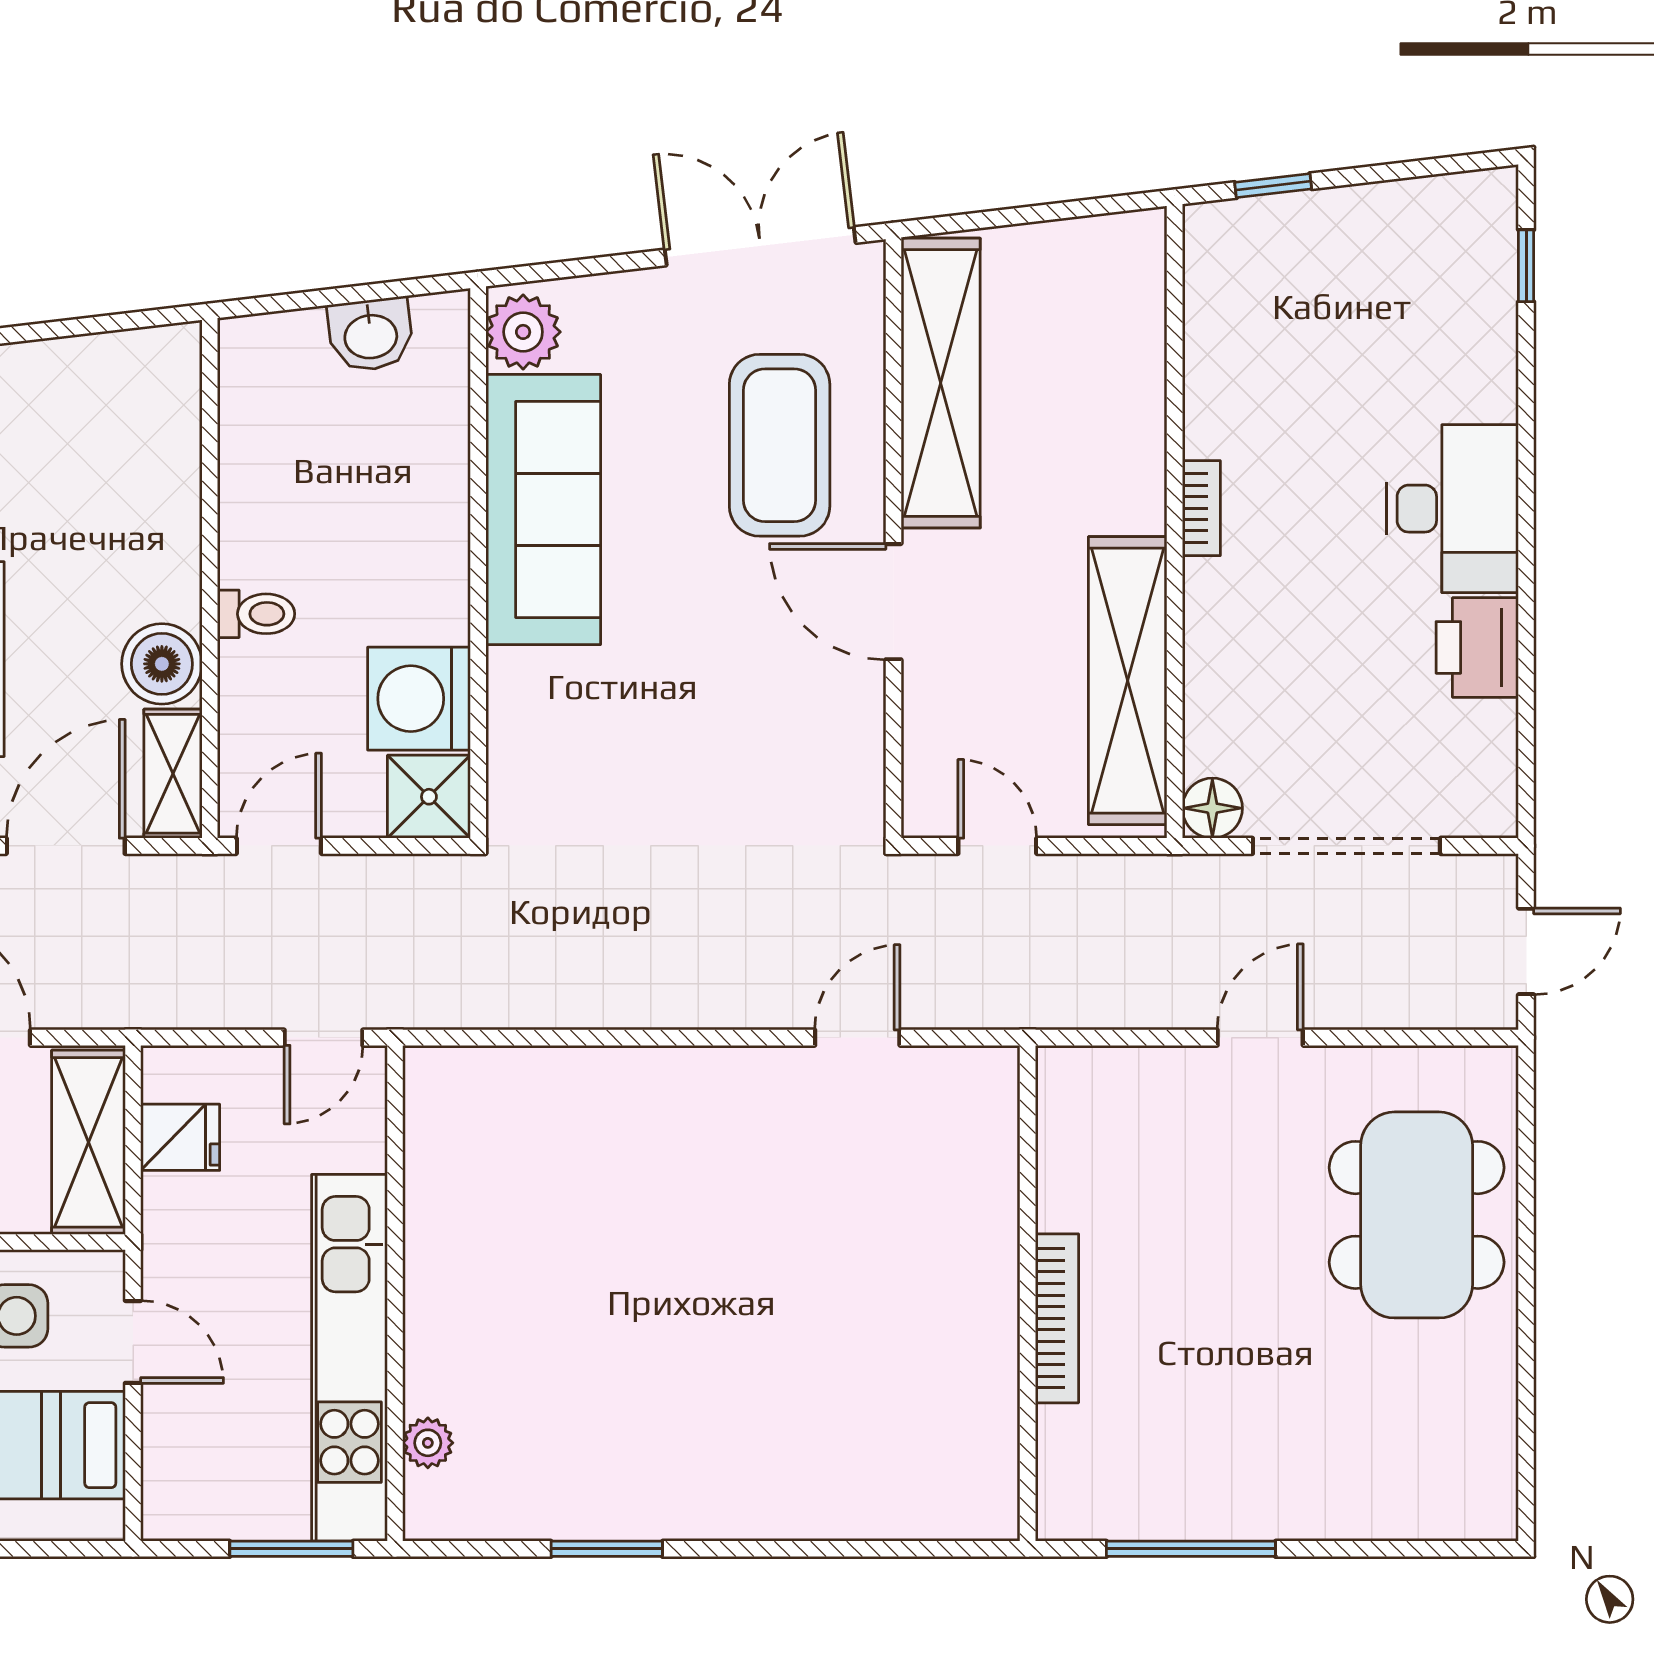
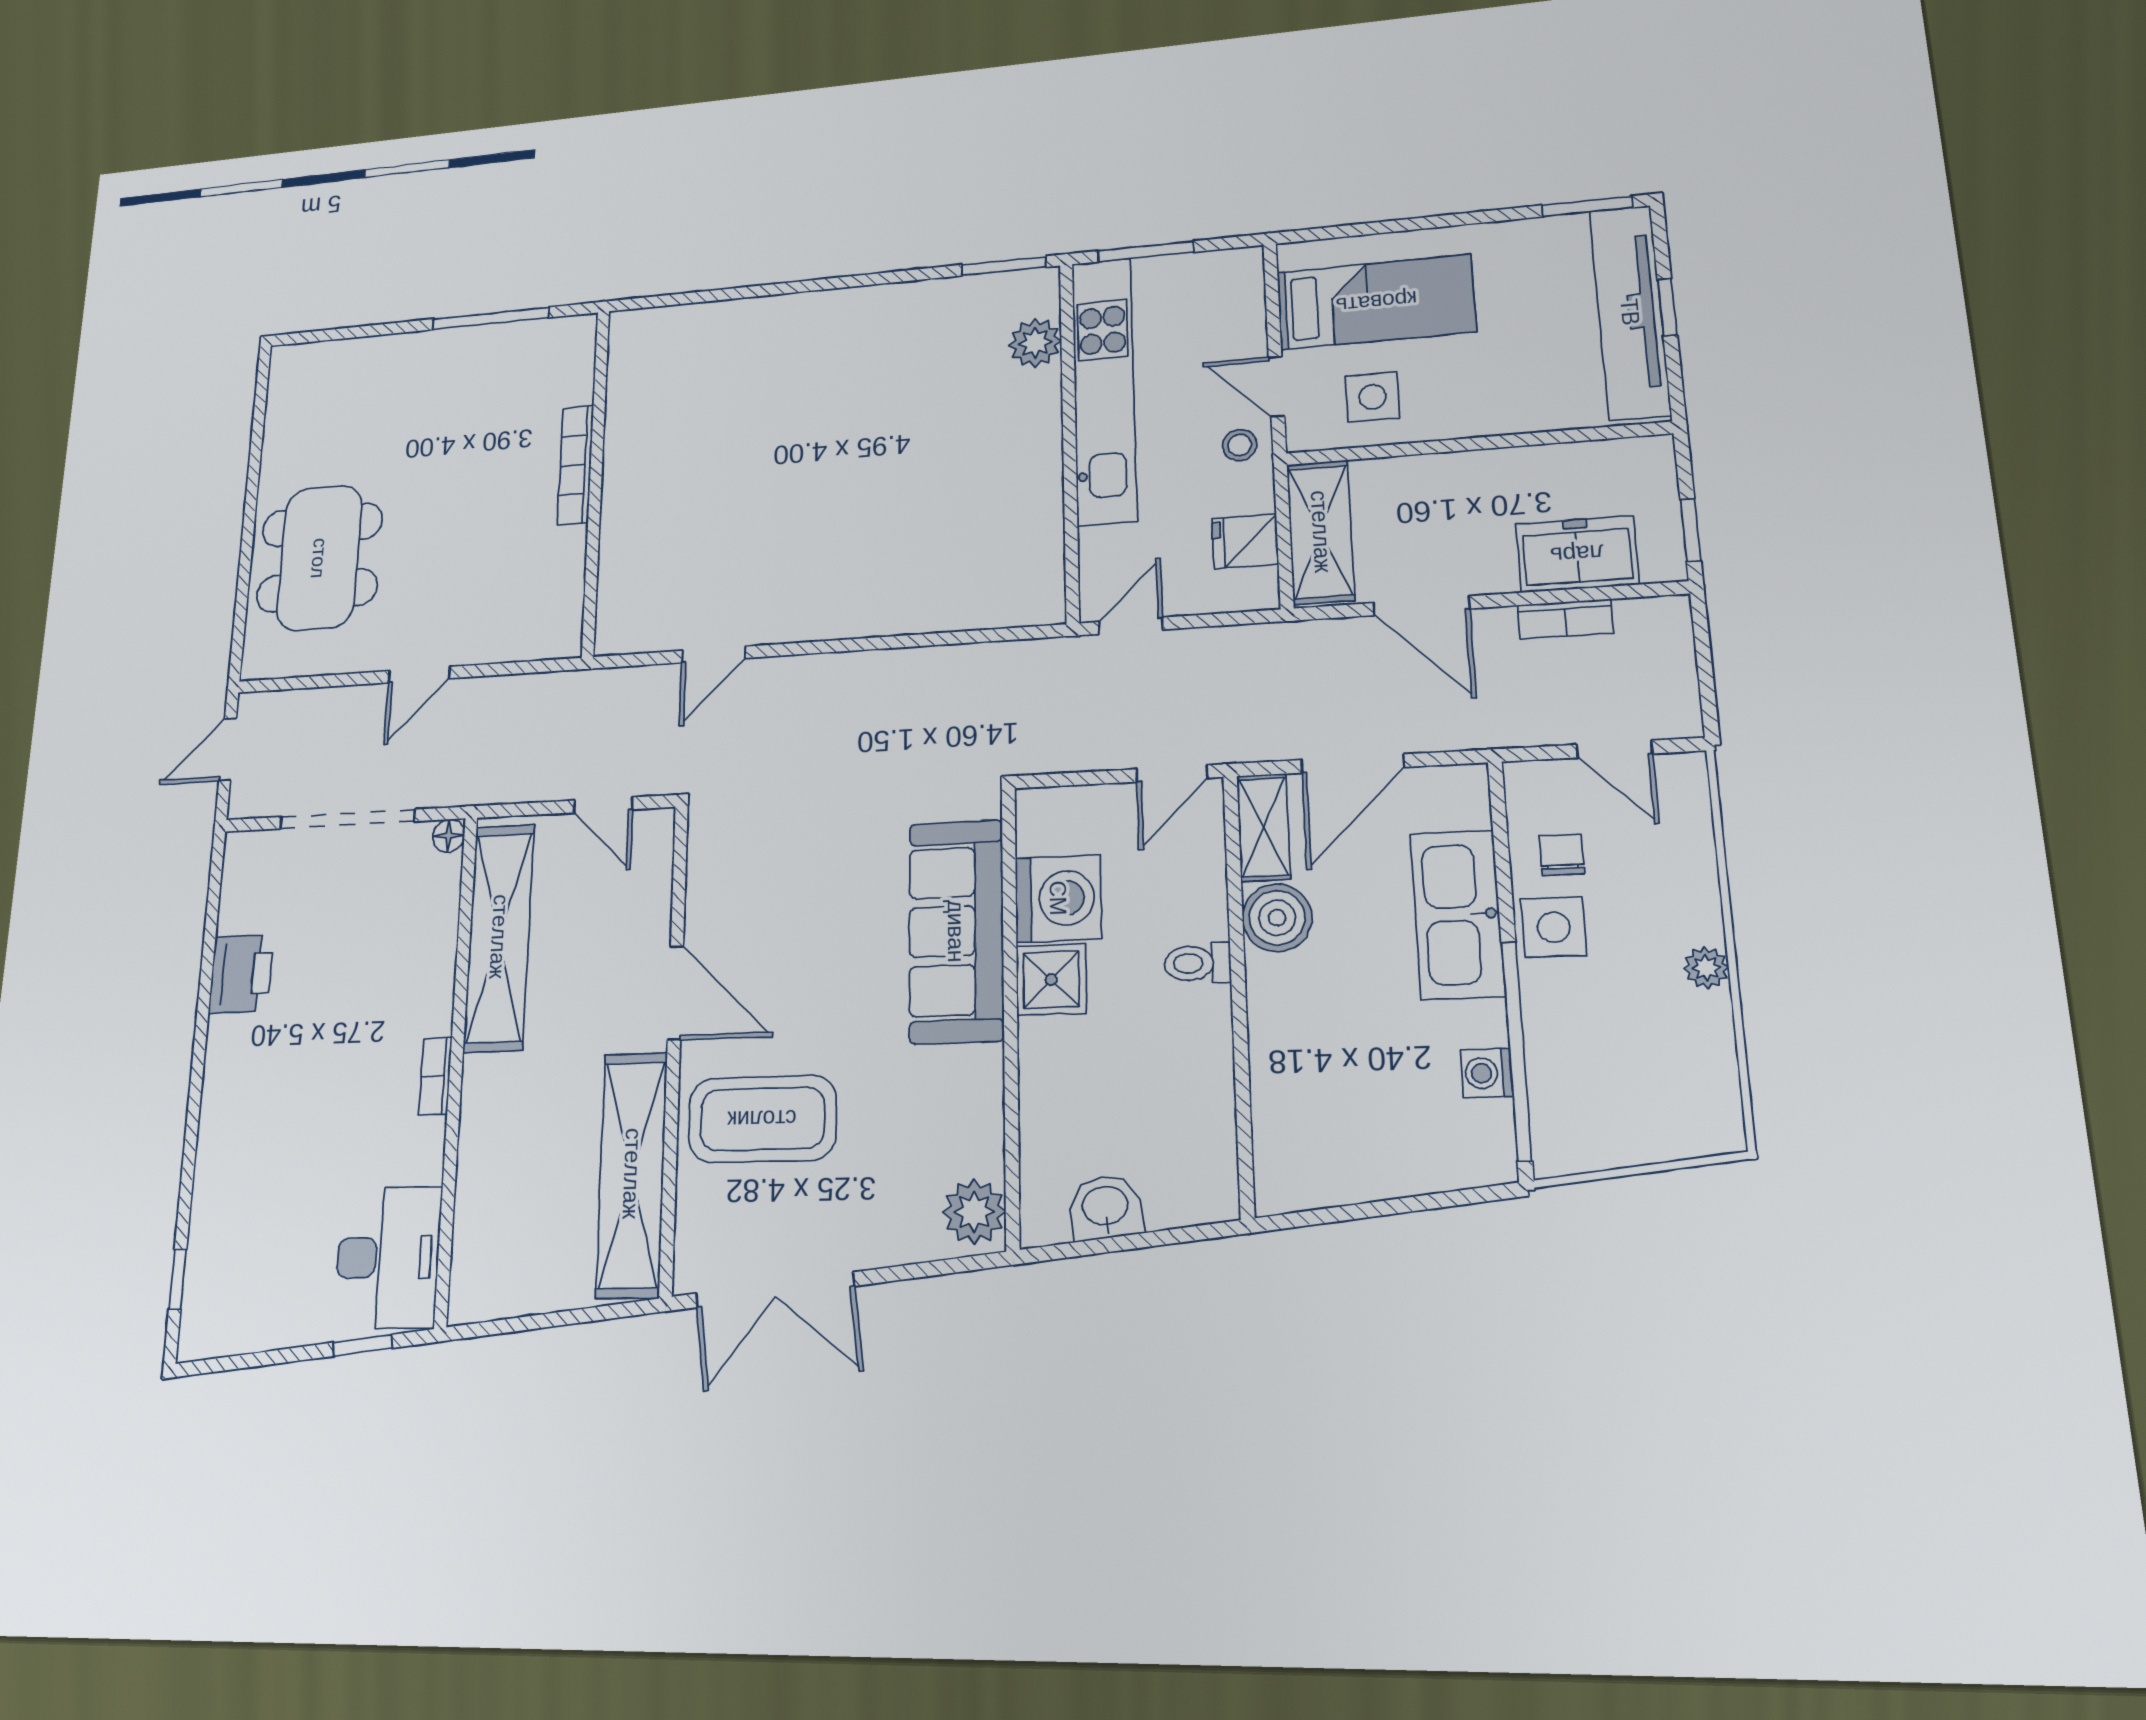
coffee table: (780, 445) -> (762, 1119), turned 90
desk: (1452, 509) -> (388, 1257), moved, turned 180
sofa: (543, 510) -> (956, 931), moved
shower: (429, 797) -> (1051, 980), moved
floor lamp: (1212, 808) -> (449, 836), width x0.73, depth x0.73
stool: (182, 1266) -> (1240, 445), added
plant: (428, 1443) -> (1035, 343), width x1.38, depth x1.38
window: (607, 1549) -> (1004, 266), moved

